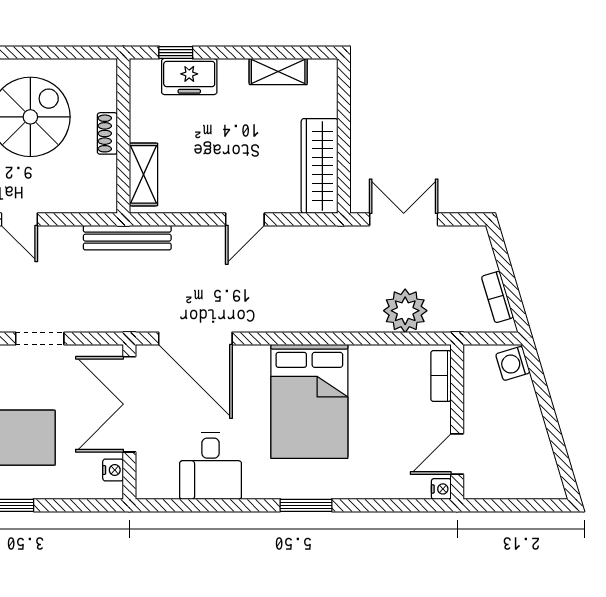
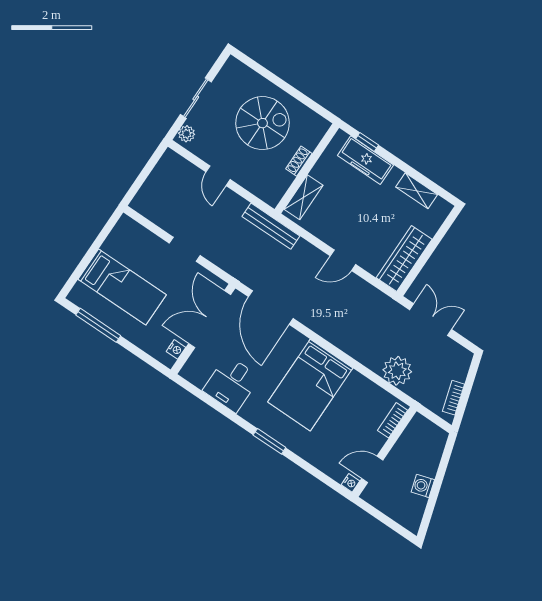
freezer: (189, 77) -> (366, 160), width x1.40
washing machine: (513, 363) -> (423, 486), moved

